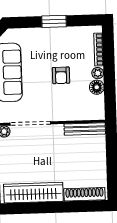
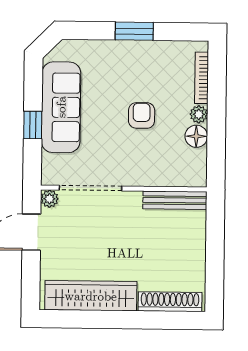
armchair: (61, 75) -> (142, 115), turned 180

